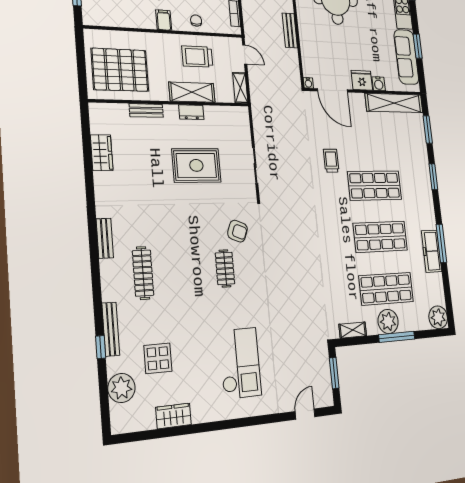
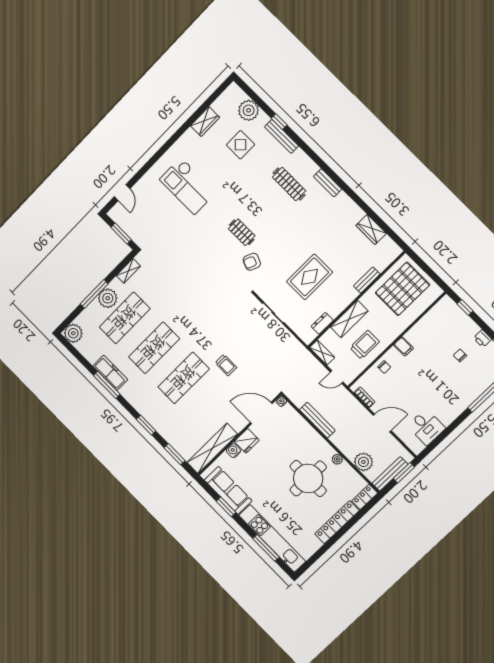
bench: (290, 30) -> (317, 420), width x1.36
dresser: (191, 112) -> (322, 323), moved

